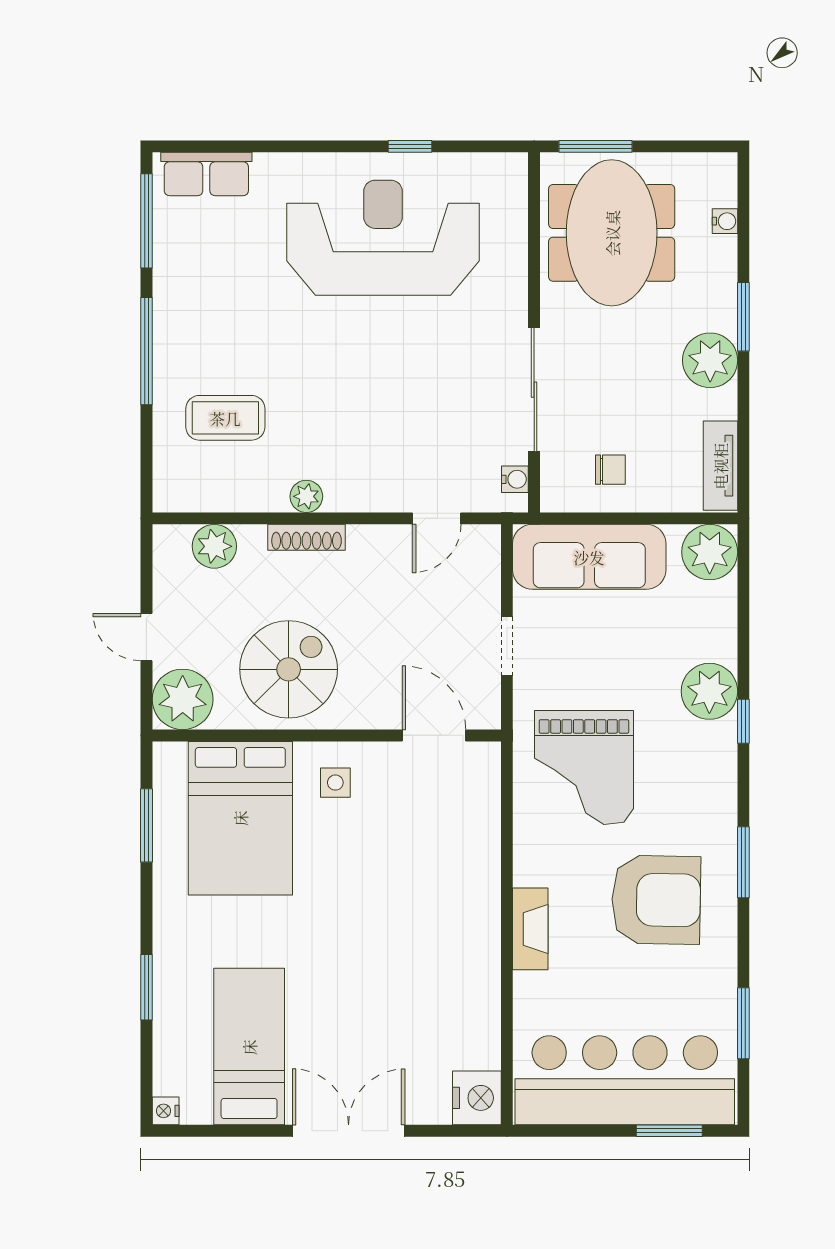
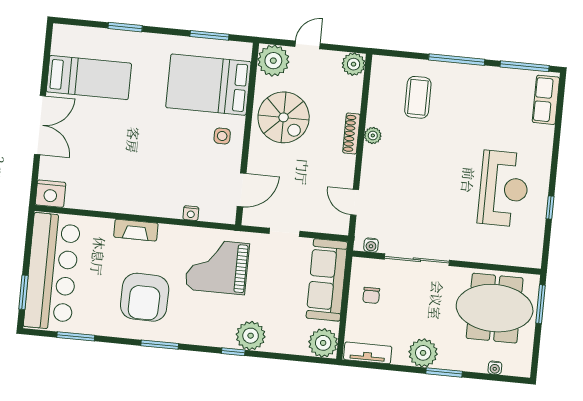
reception desk: (383, 238) -> (504, 189), width x0.74, depth x0.77
plant: (214, 546) -> (354, 64), moved
nightstand: (166, 1111) -> (191, 213), moved, turned 180

